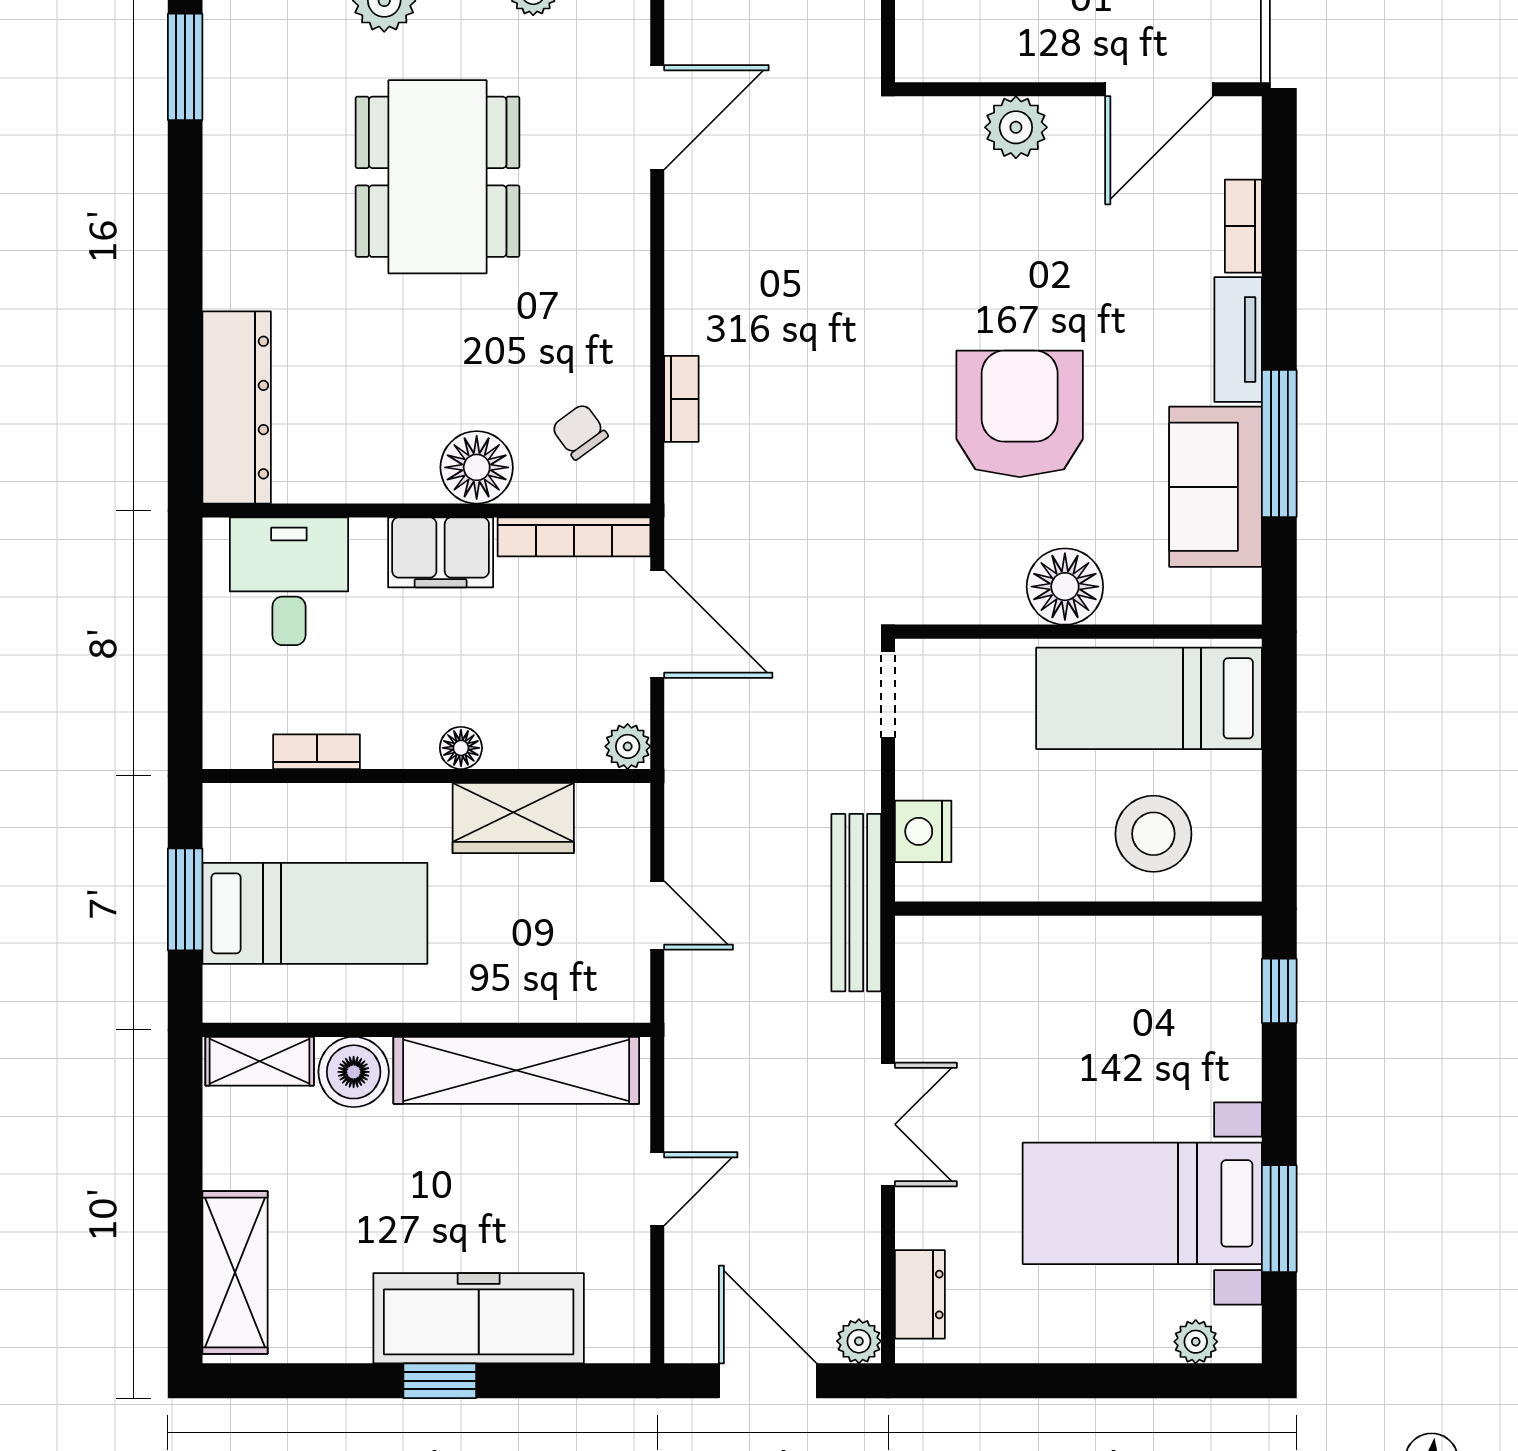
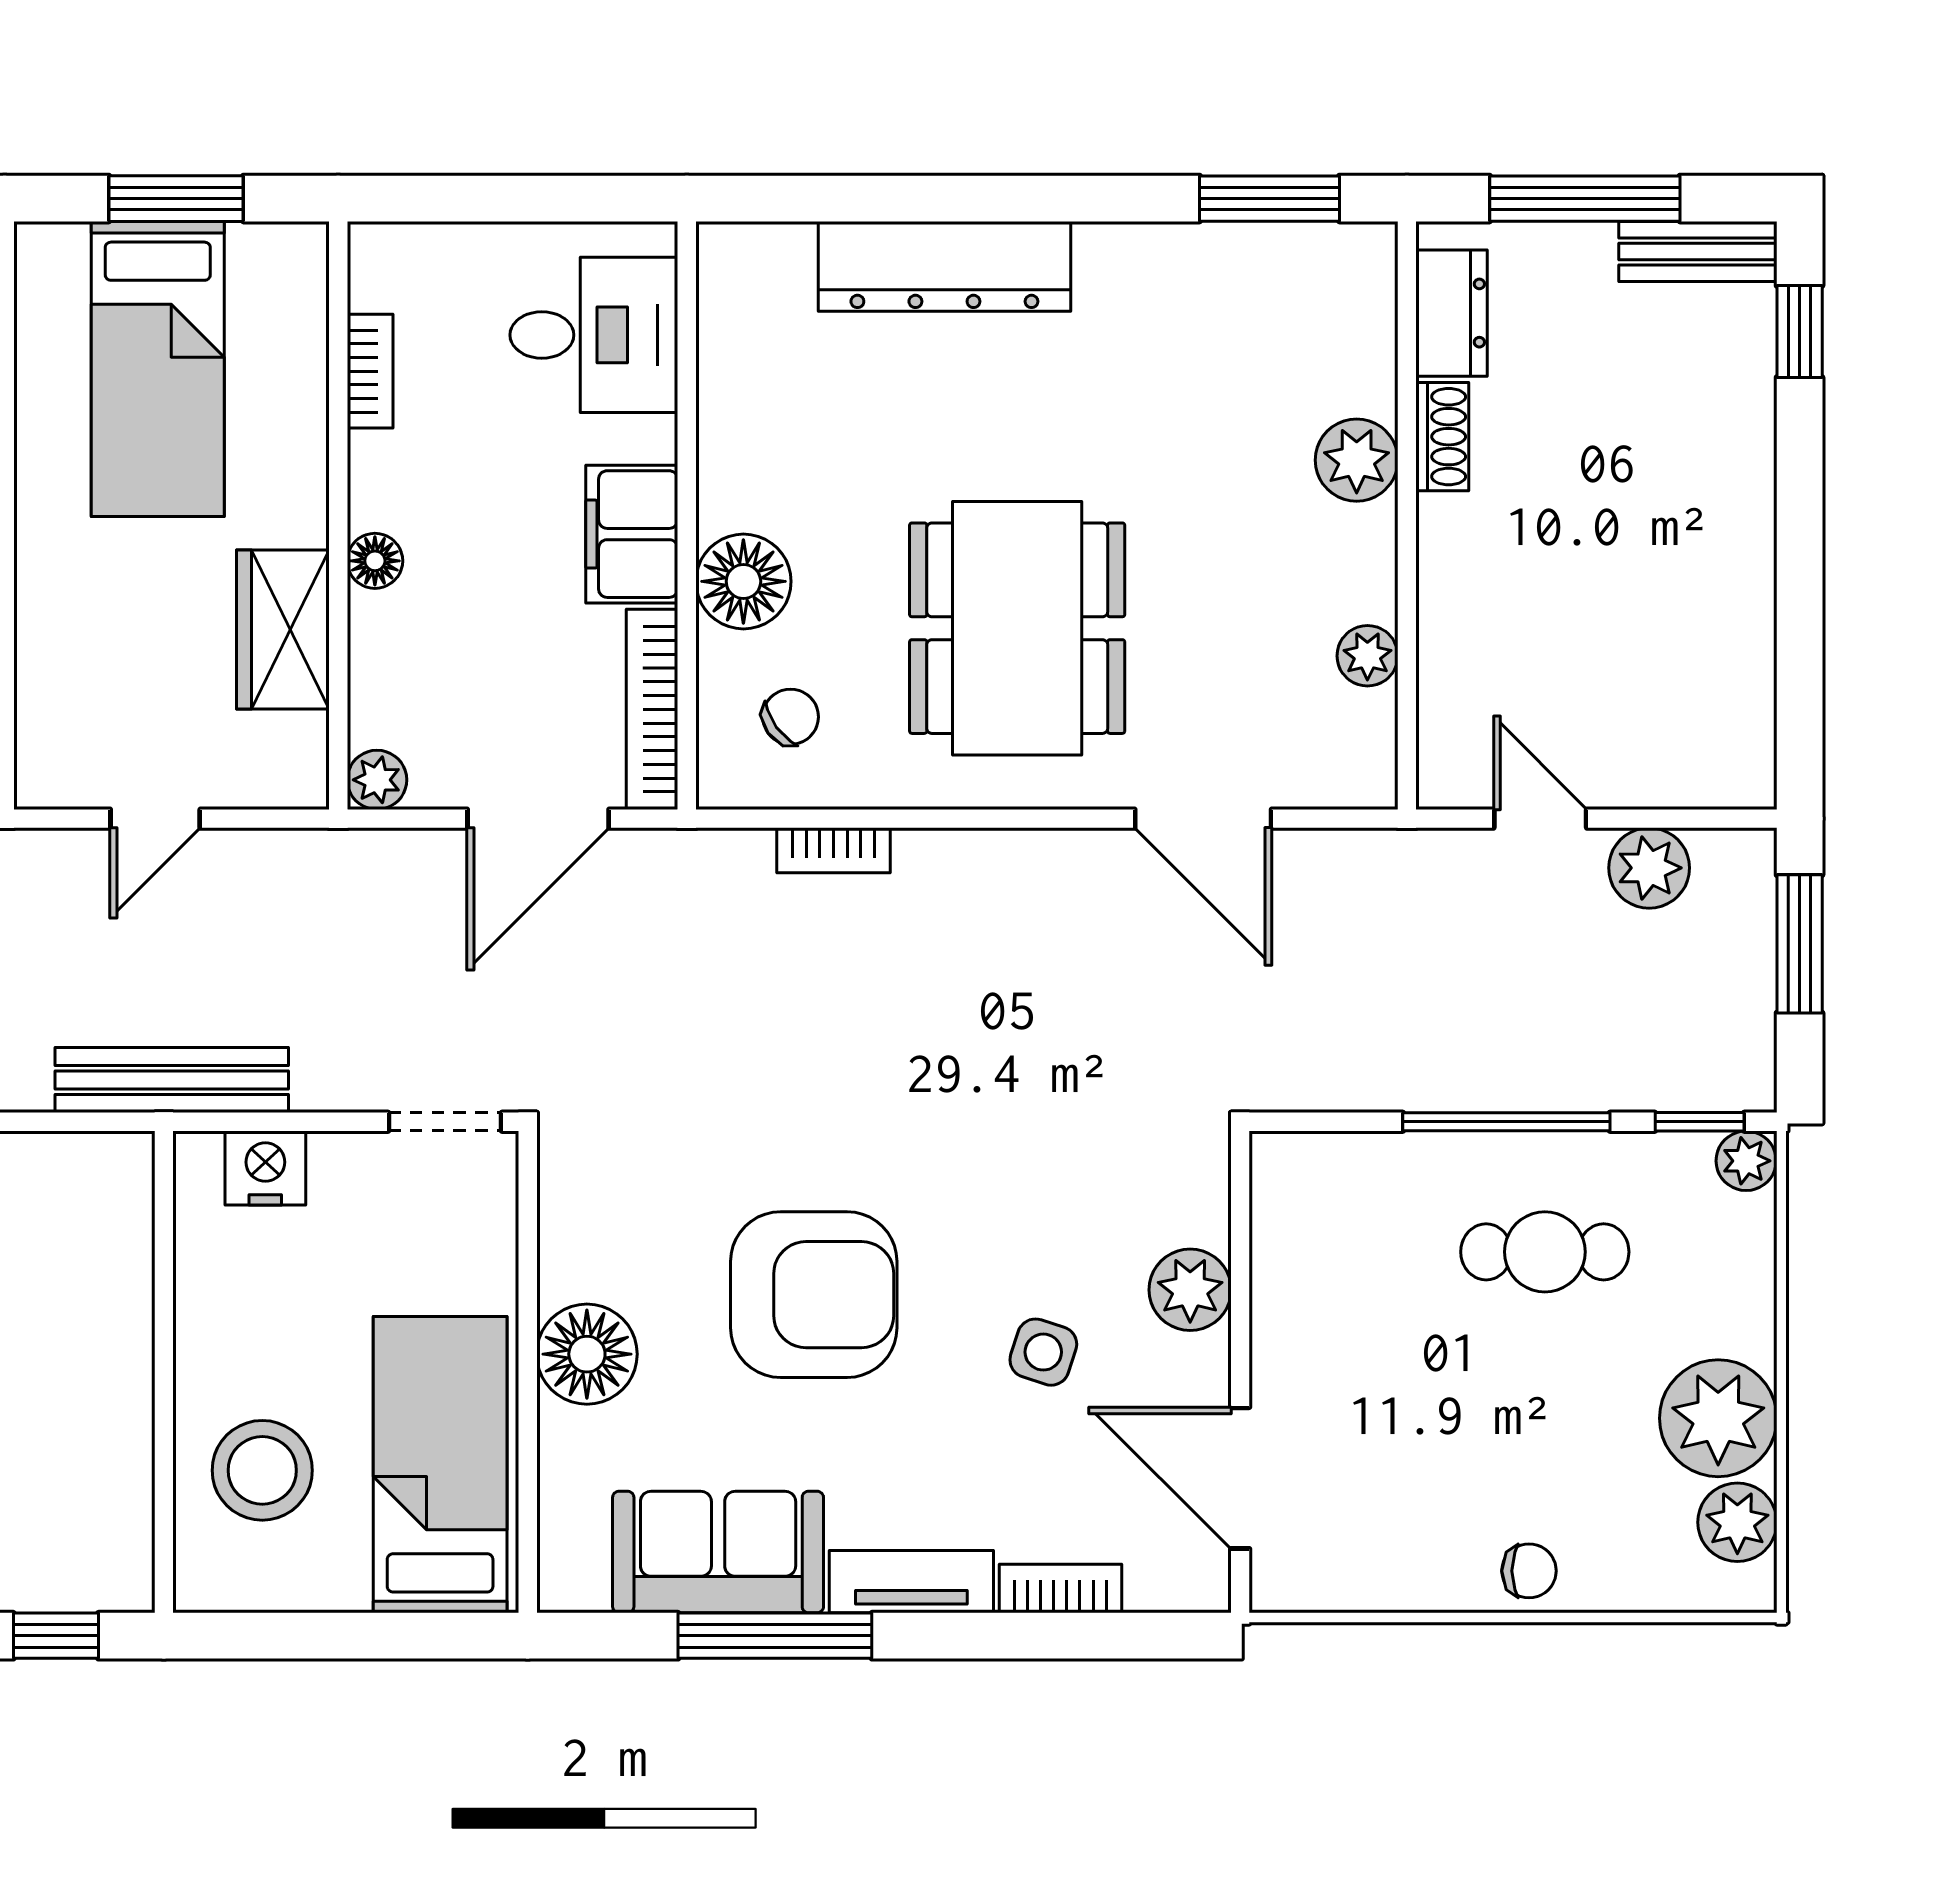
dining table: (438, 177) -> (1017, 628), moved, turned 90
side table: (1063, 239) -> (1043, 1352), added
dresser: (237, 408) -> (944, 266), moved

